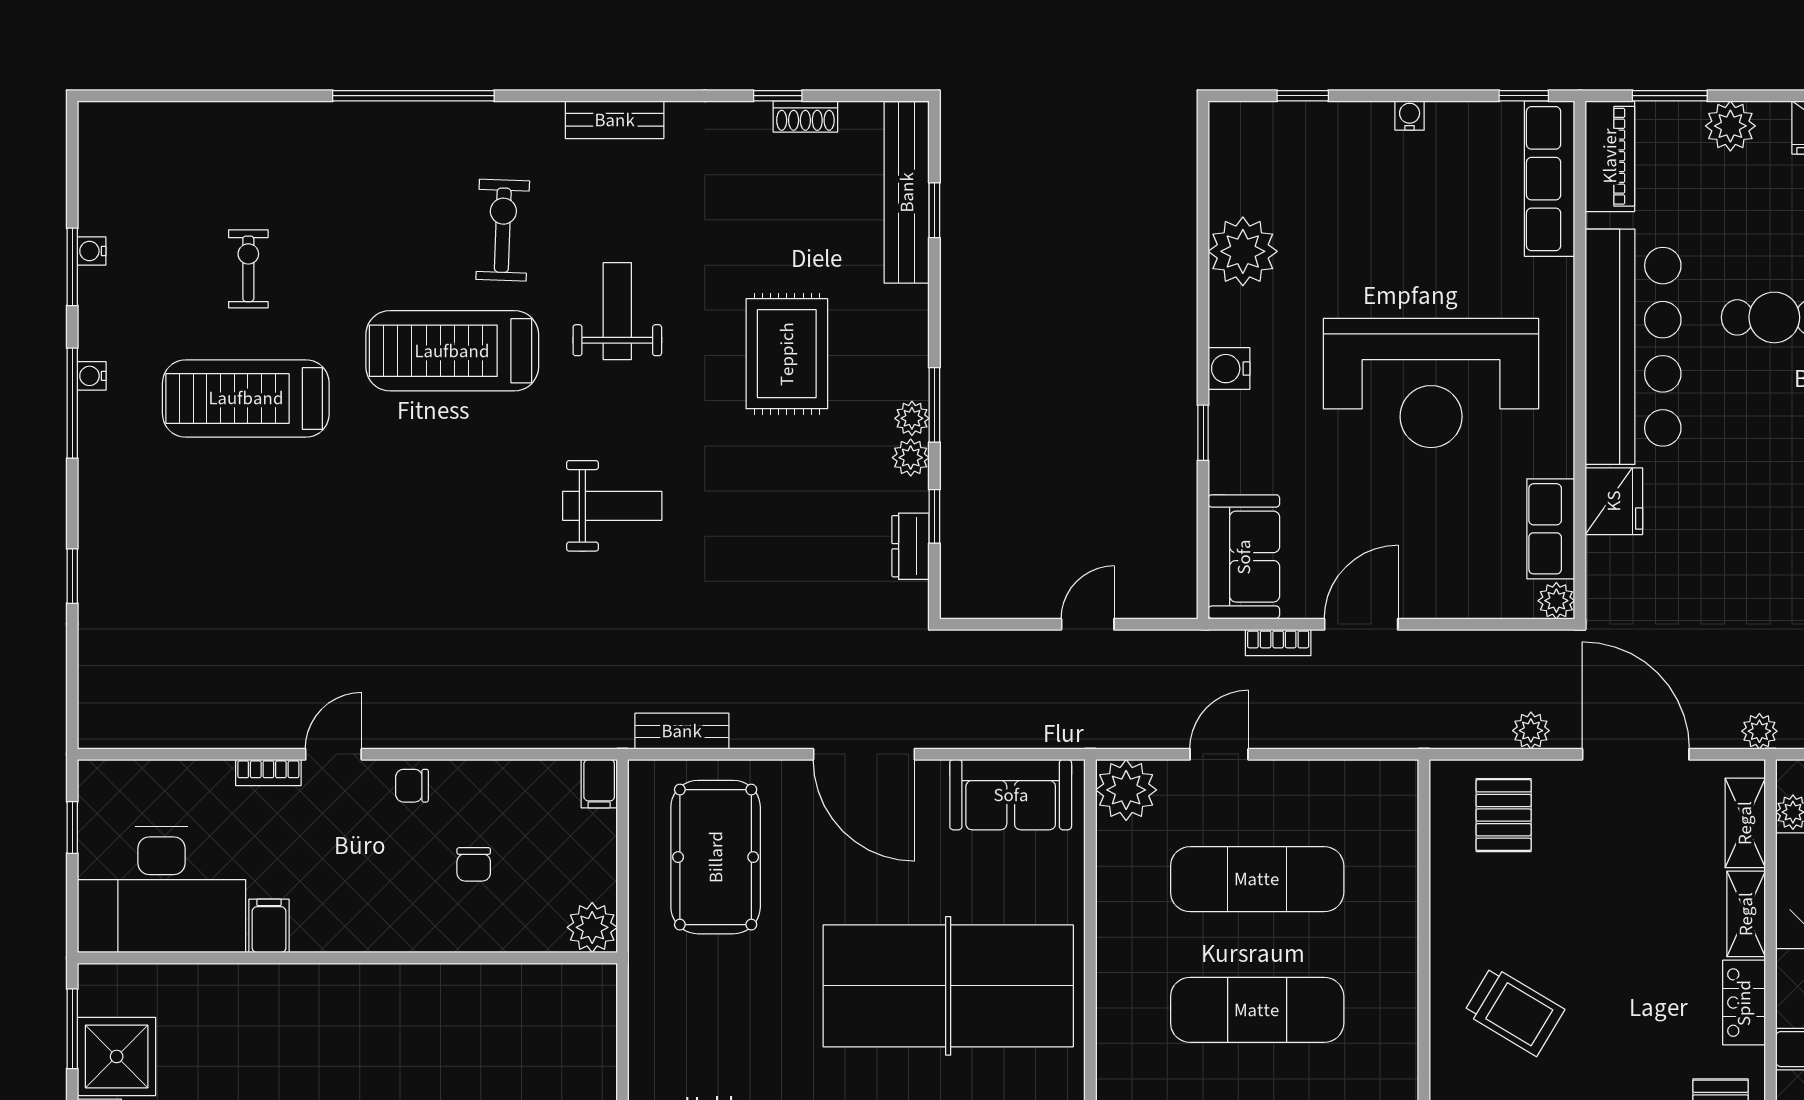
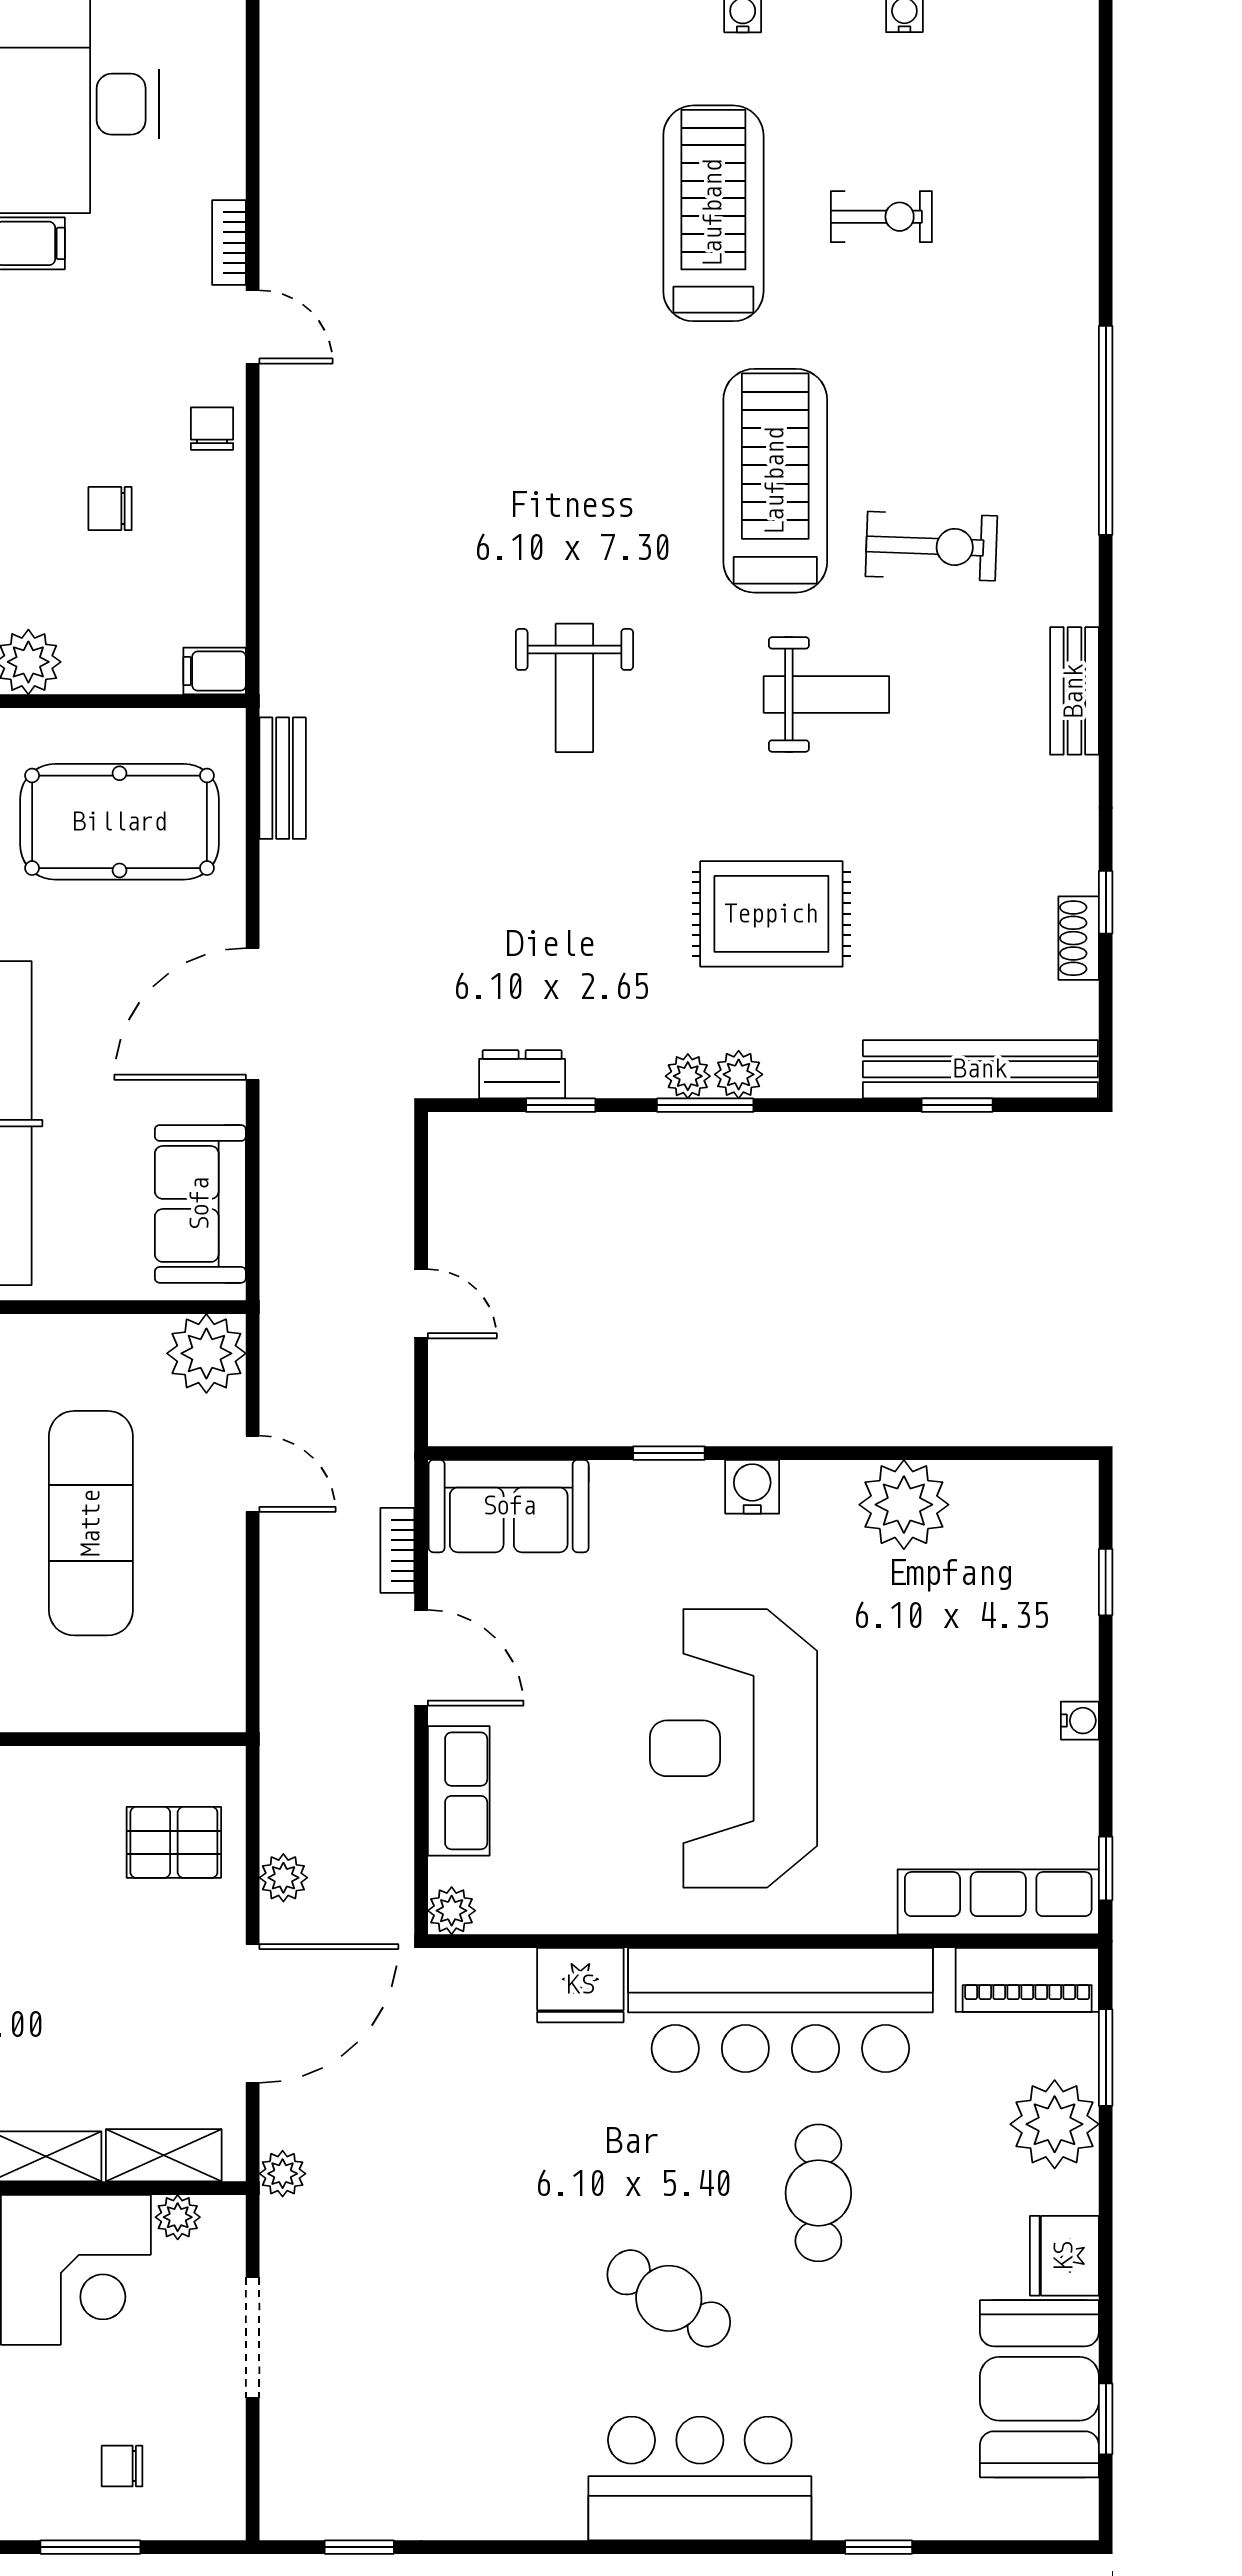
plant: (1730, 126) -> (1055, 2124), width x1.36, depth x1.36
plant: (911, 458) -> (739, 1074), moved
row of seats: (1551, 529) -> (459, 1791), moved, turned 90

